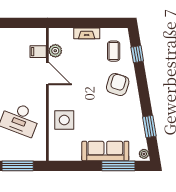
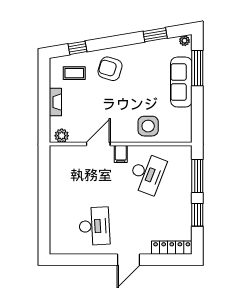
plant: (55, 51) -> (62, 136), moved
filing cabinet: (38, 52) -> (121, 154), moved

